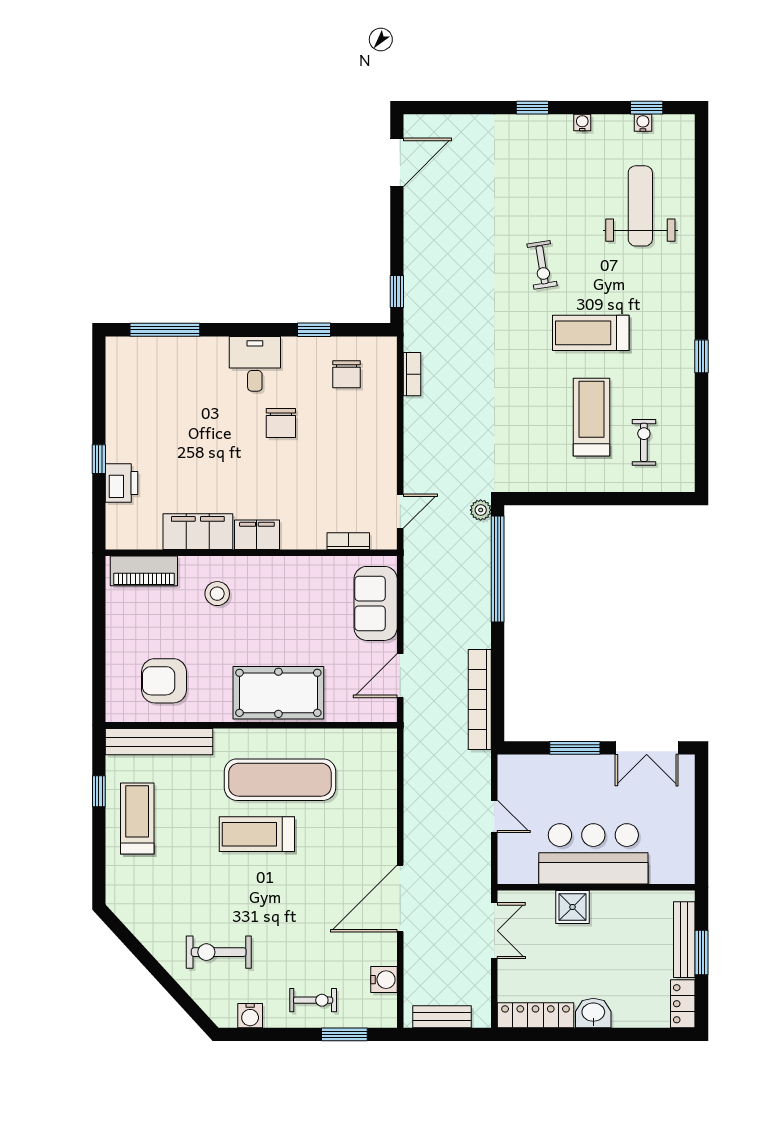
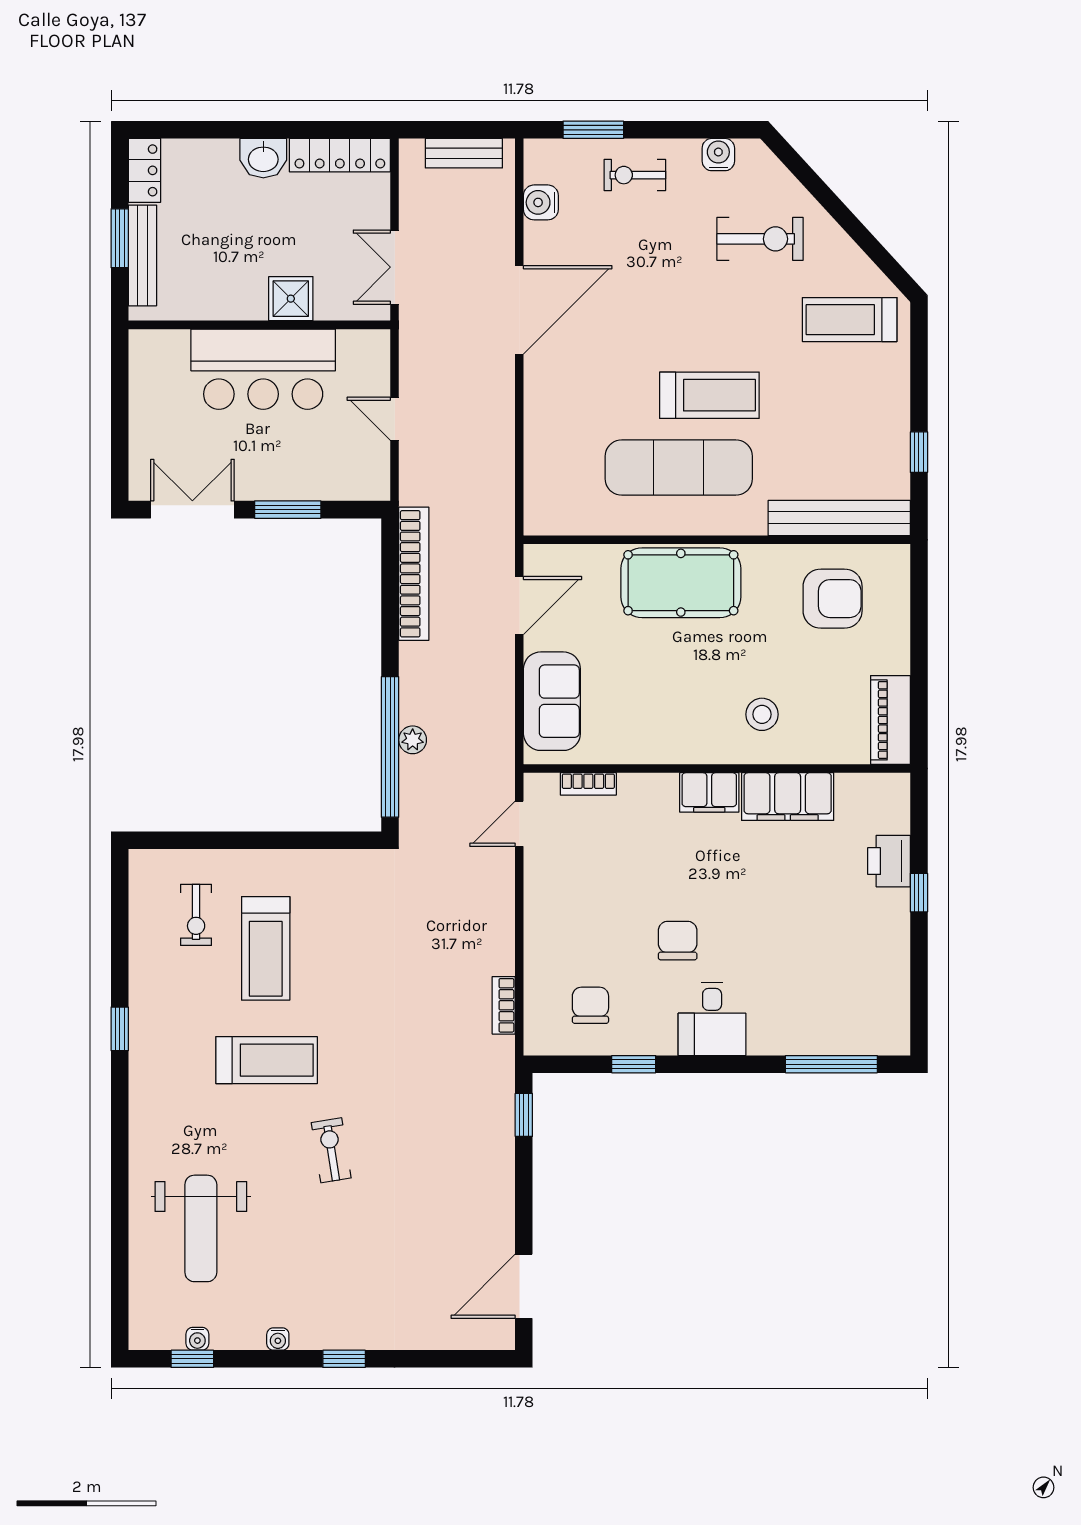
plant: (481, 510) -> (413, 740), moved
piano: (144, 571) -> (890, 720), moved, turned -90
treadmill: (137, 819) -> (850, 320), moved, turned 90

